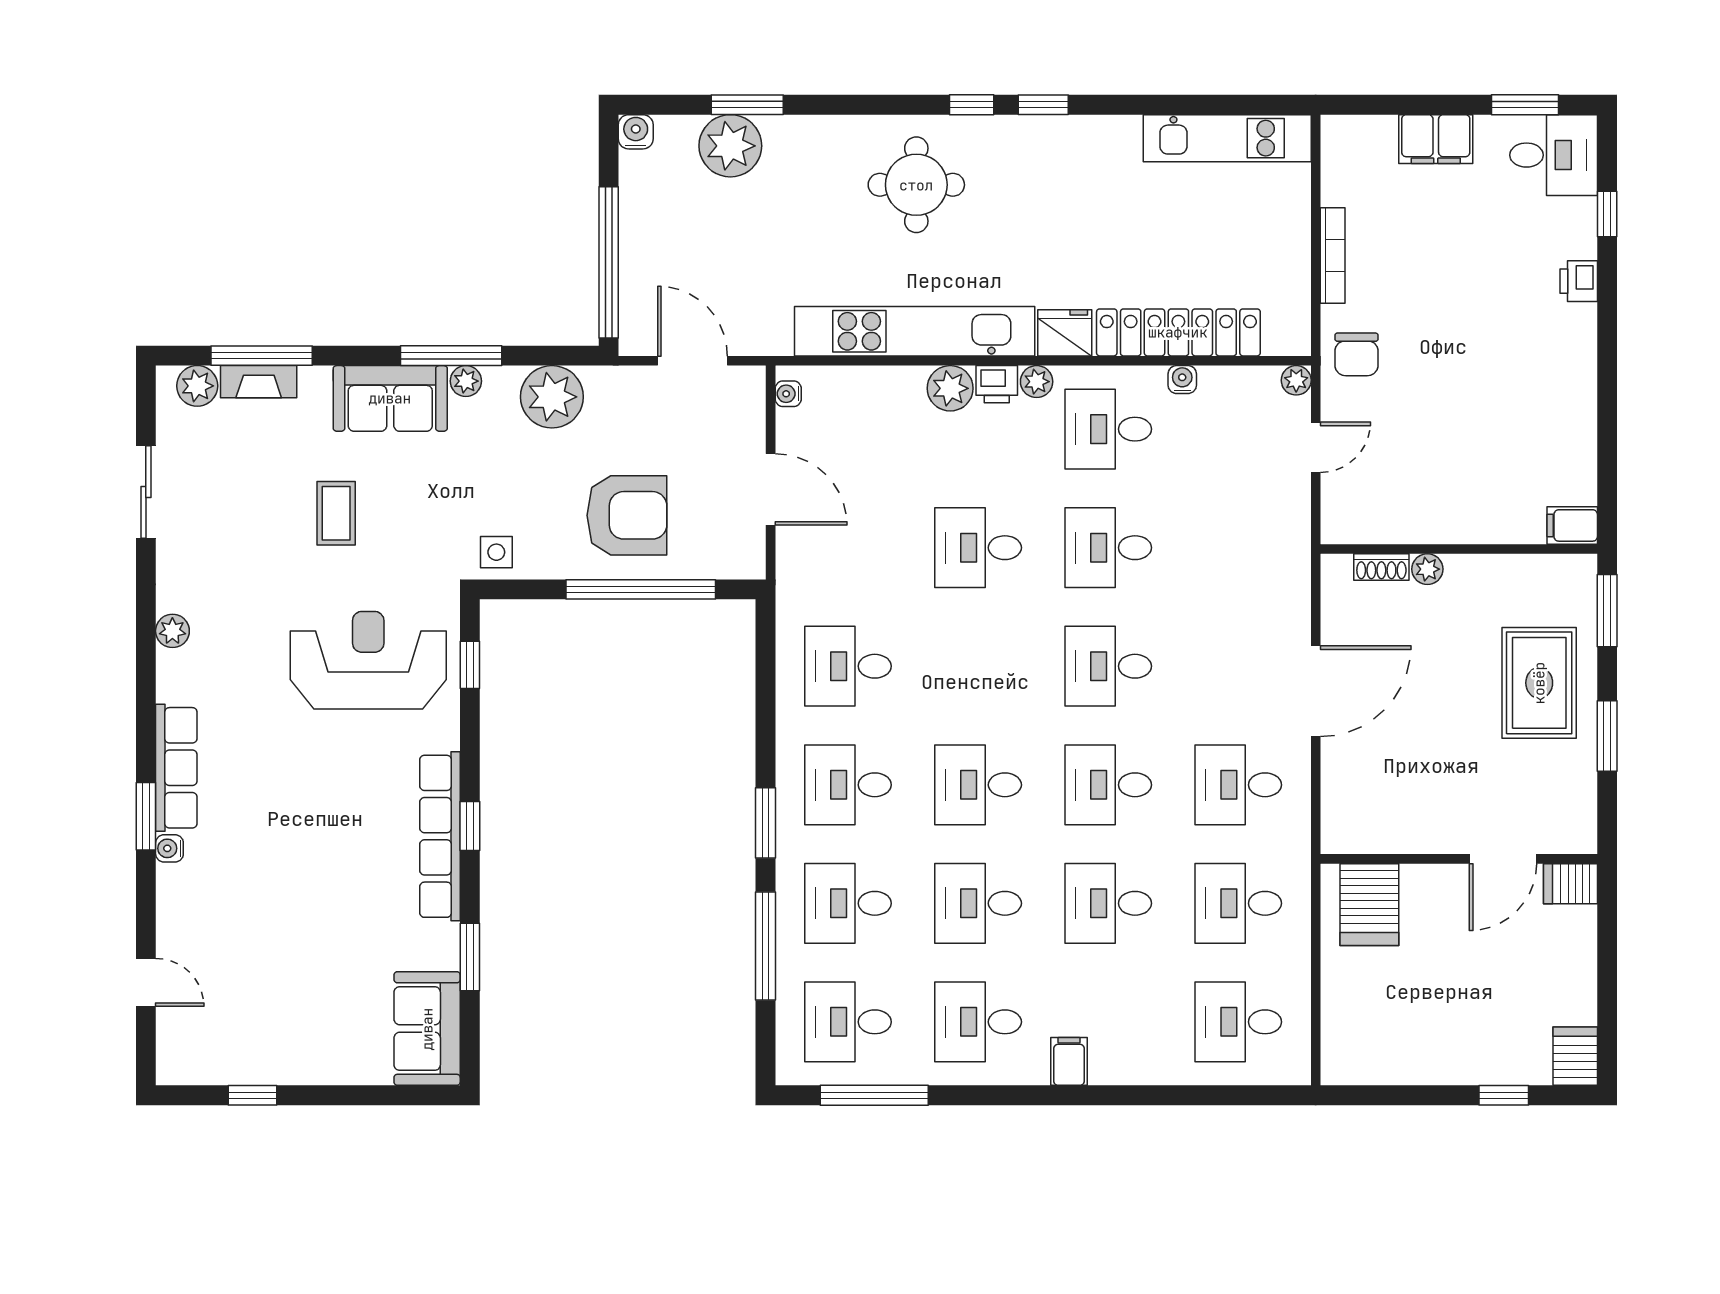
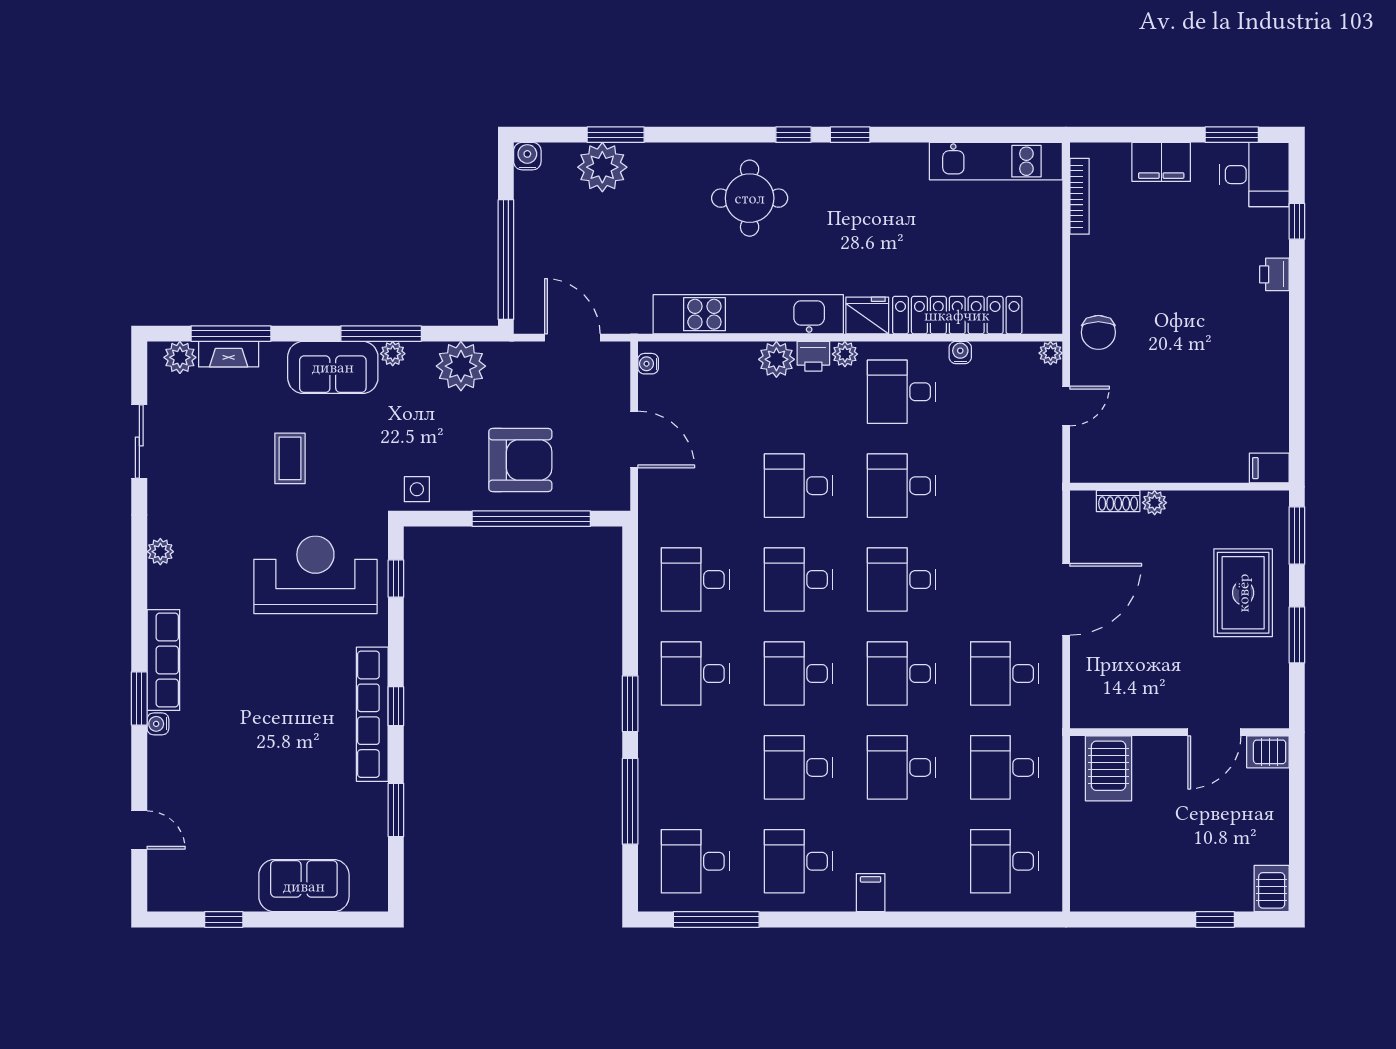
bookcase: (1333, 255) -> (1079, 196), moved
desk: (848, 903) -> (799, 580), moved
sofa: (427, 1029) -> (304, 886), moved, turned 90

